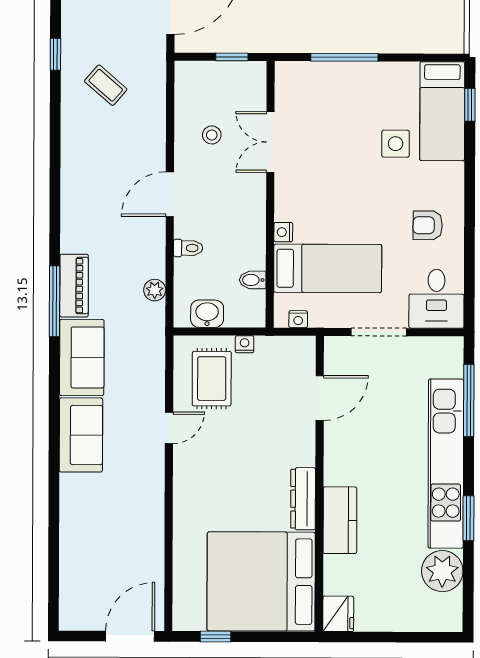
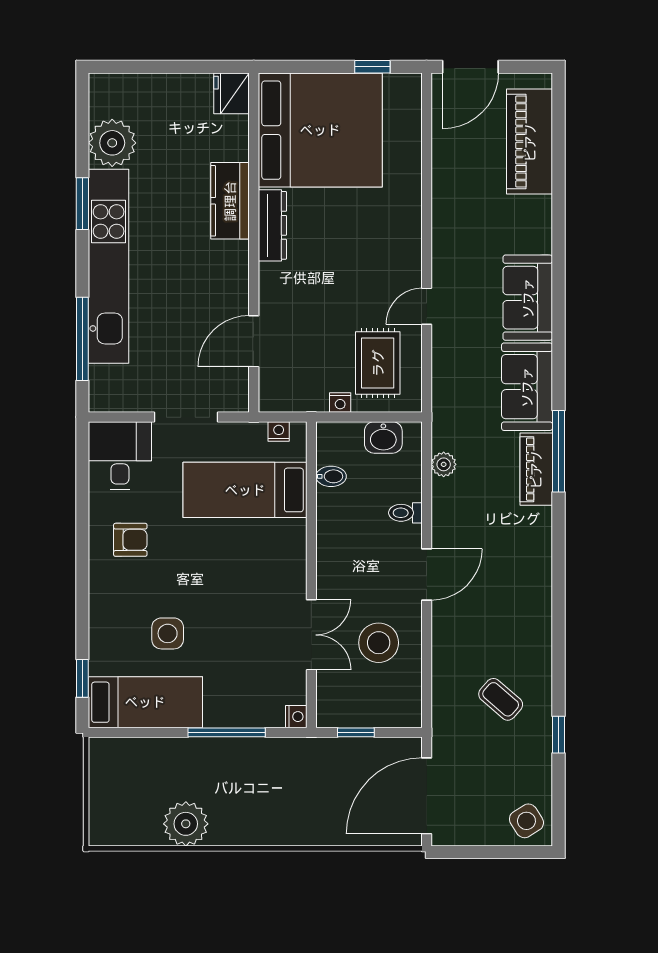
bed: (442, 111) -> (145, 702), moved, turned 90
stool: (212, 135) -> (379, 643), width x1.89, depth x1.89
nightstand: (283, 232) -> (296, 717), moved
piano: (79, 571) -> (530, 142), added

